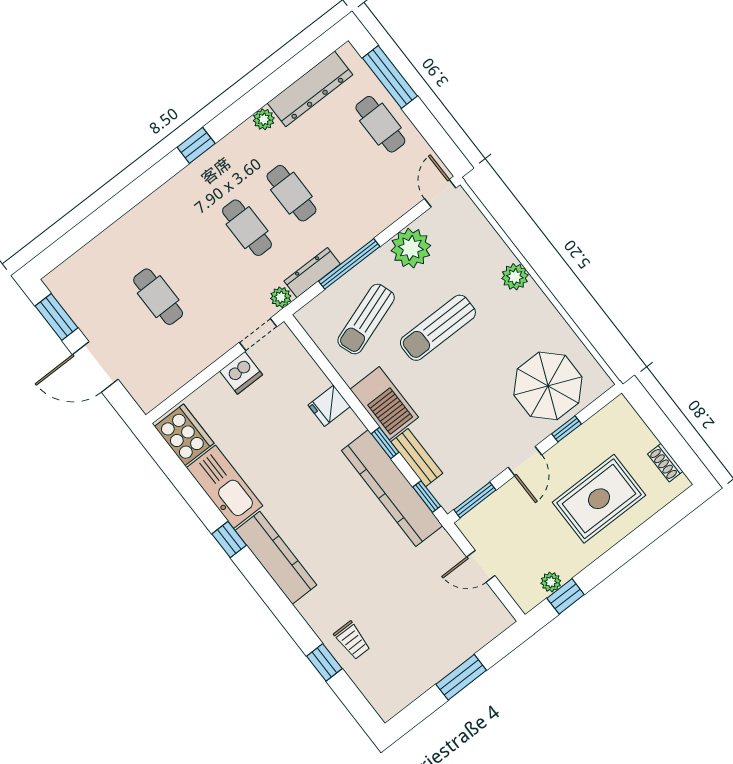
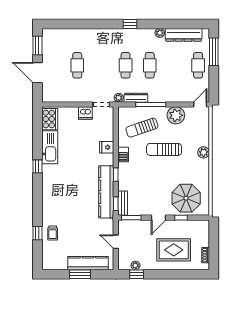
barbecue: (384, 403) -> (123, 154), width x0.53, depth x0.65
bench: (417, 458) -> (123, 203), moved
kitchen counter: (276, 558) -> (88, 263), moved, turned -90

